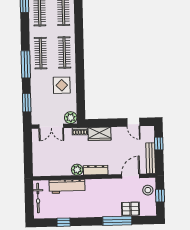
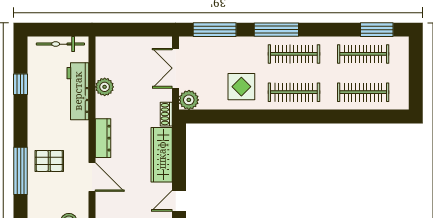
window: (27, 103) -> (215, 30), width x1.44
wardrobe: (99, 134) -> (162, 155), width x1.50
plant: (77, 170) -> (105, 87), moved
door: (131, 176) -> (92, 177), moved
pallet: (130, 209) -> (49, 161), moved, turned 90

